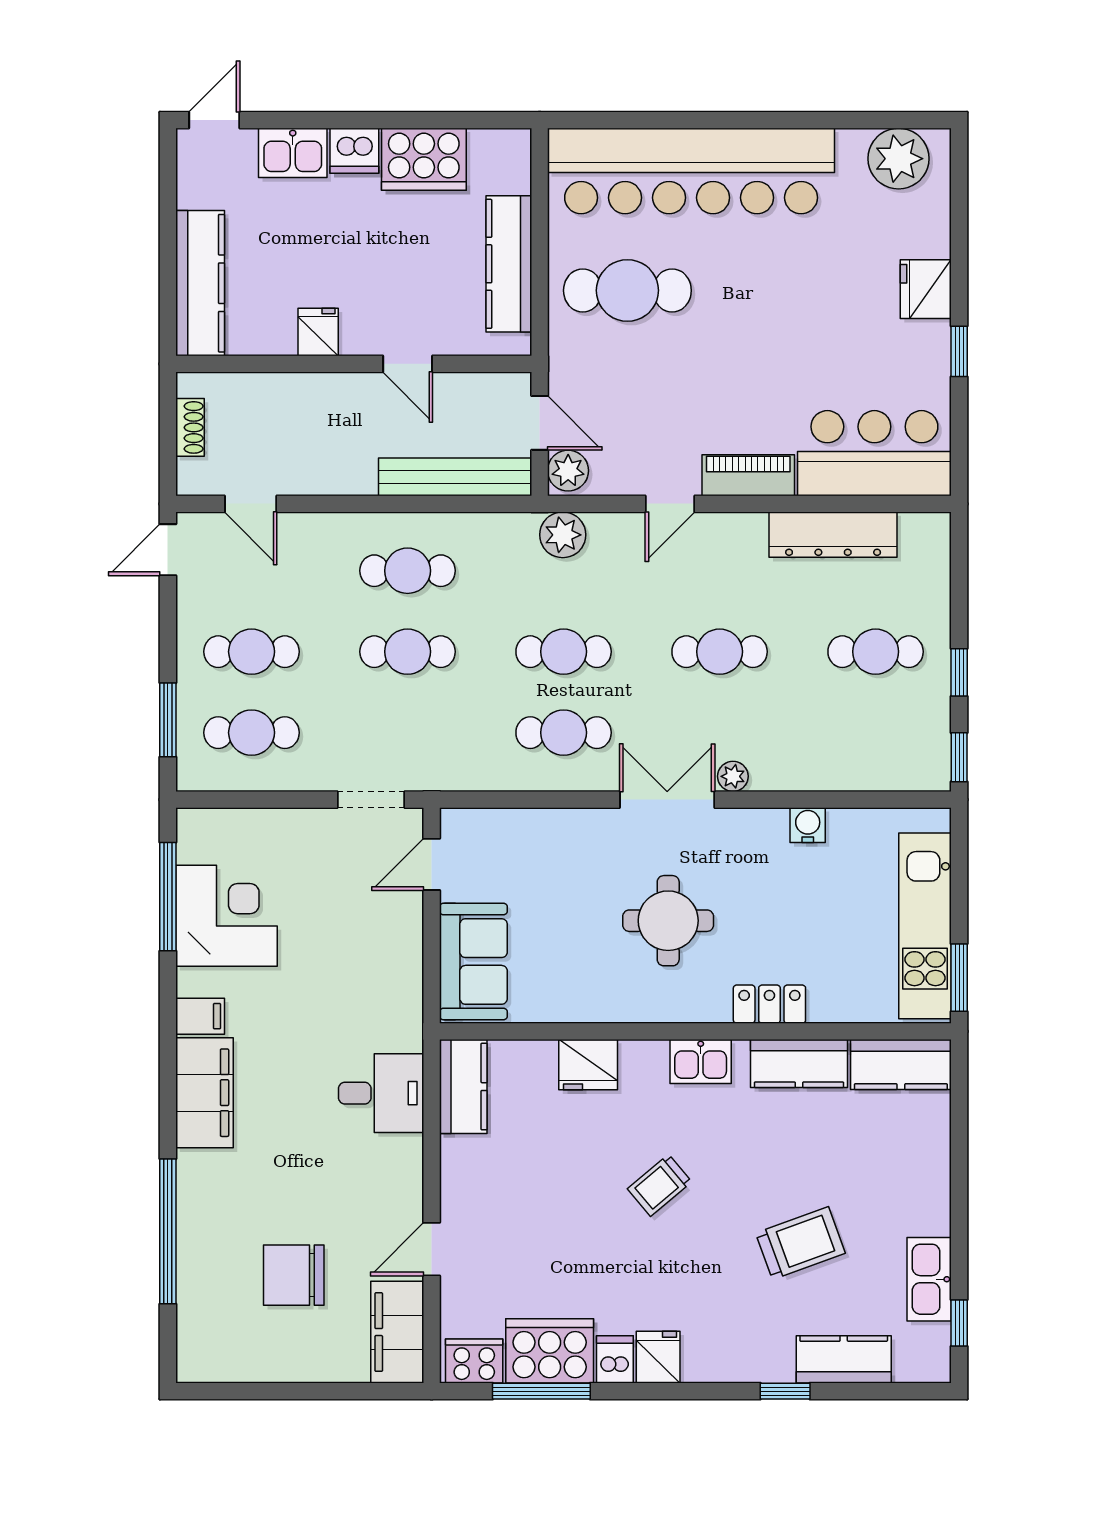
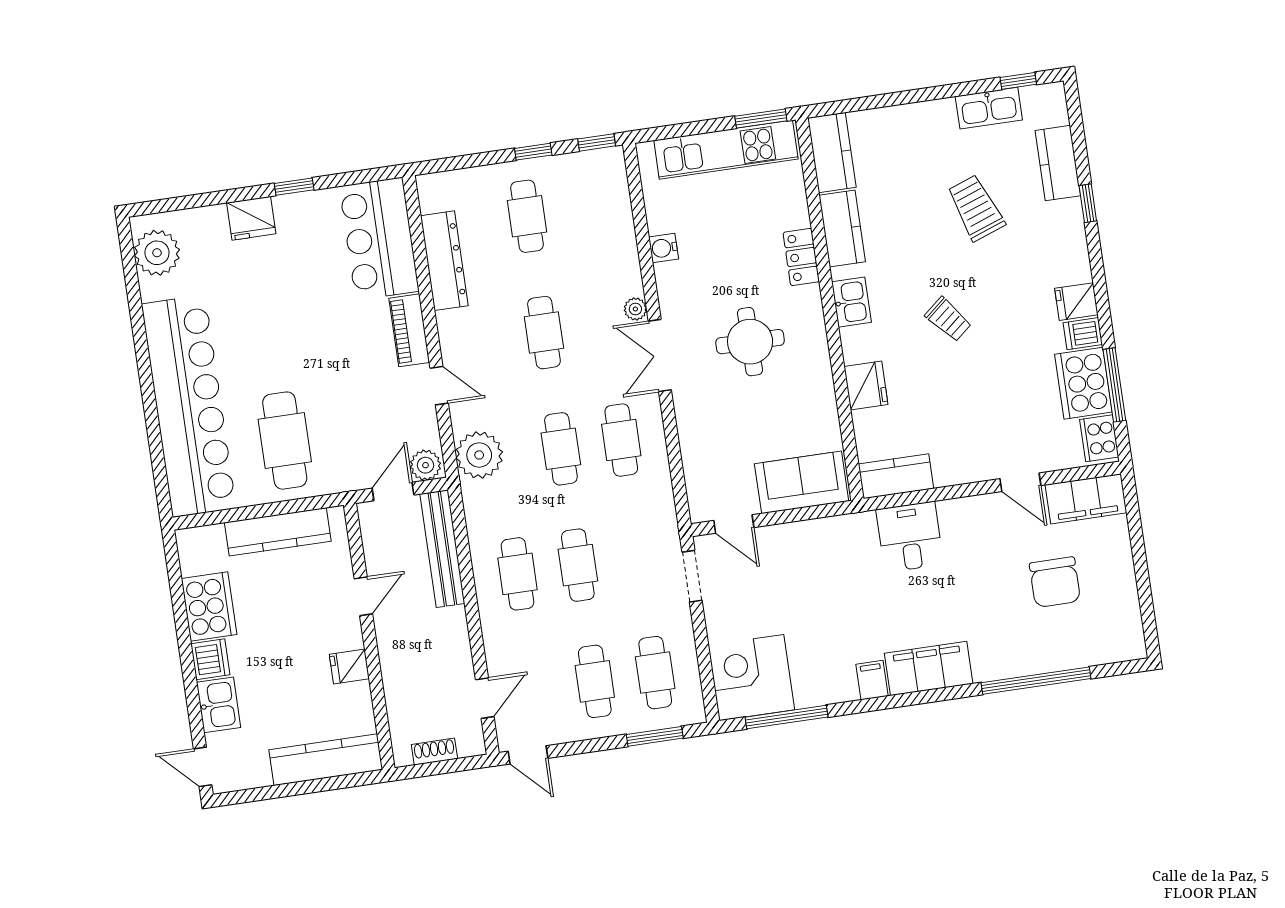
plant: (563, 535) -> (479, 455), width x1.36, depth x1.36
corner desk: (227, 916) -> (751, 678), moved

